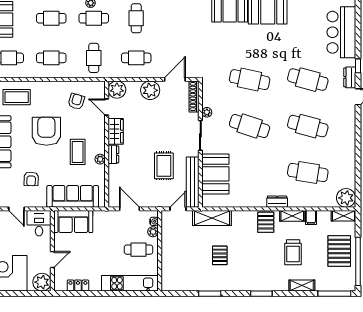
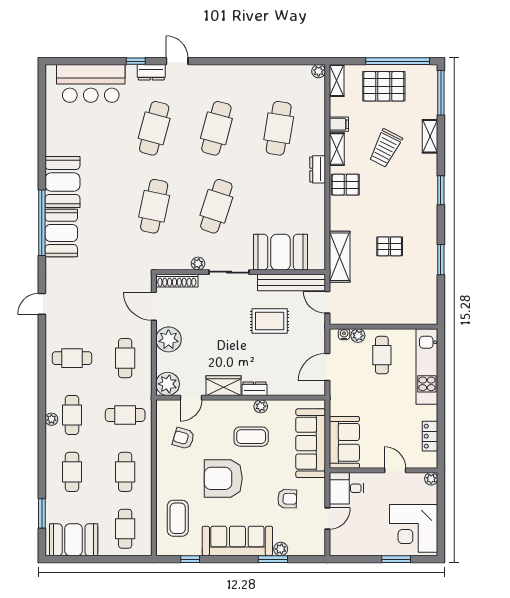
plant: (346, 198) -> (319, 71), width x0.53, depth x0.53
trolley: (293, 252) -> (385, 148), turned 117
plant: (42, 282) -> (431, 479), width x0.53, depth x0.53

